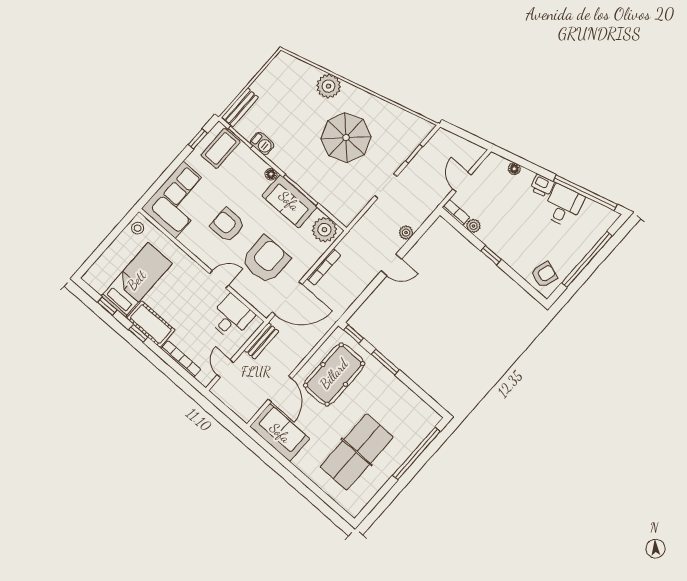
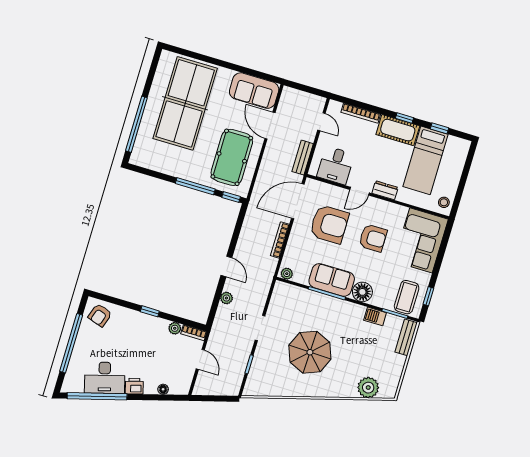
plant: (329, 86) -> (368, 388), moved
floor lamp: (271, 174) -> (362, 292), width x1.89, depth x1.89
desk: (563, 206) -> (105, 378), width x1.37
plant: (324, 230) -> (287, 274), width x0.53, depth x0.53
armchair: (266, 260) -> (329, 224), turned -90
door: (391, 265) -> (226, 267), swing flipped
dresser: (192, 268) -> (385, 190), added
window: (385, 362) -> (195, 186), width x1.44
table tennis table: (357, 452) -> (185, 103), width x1.36, depth x1.32

